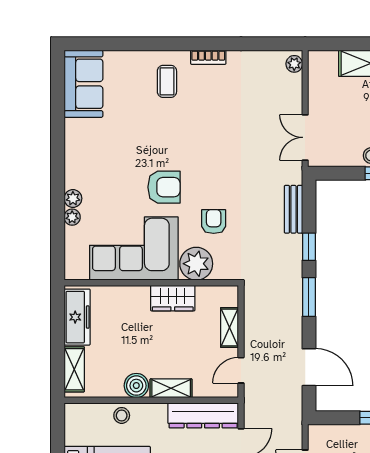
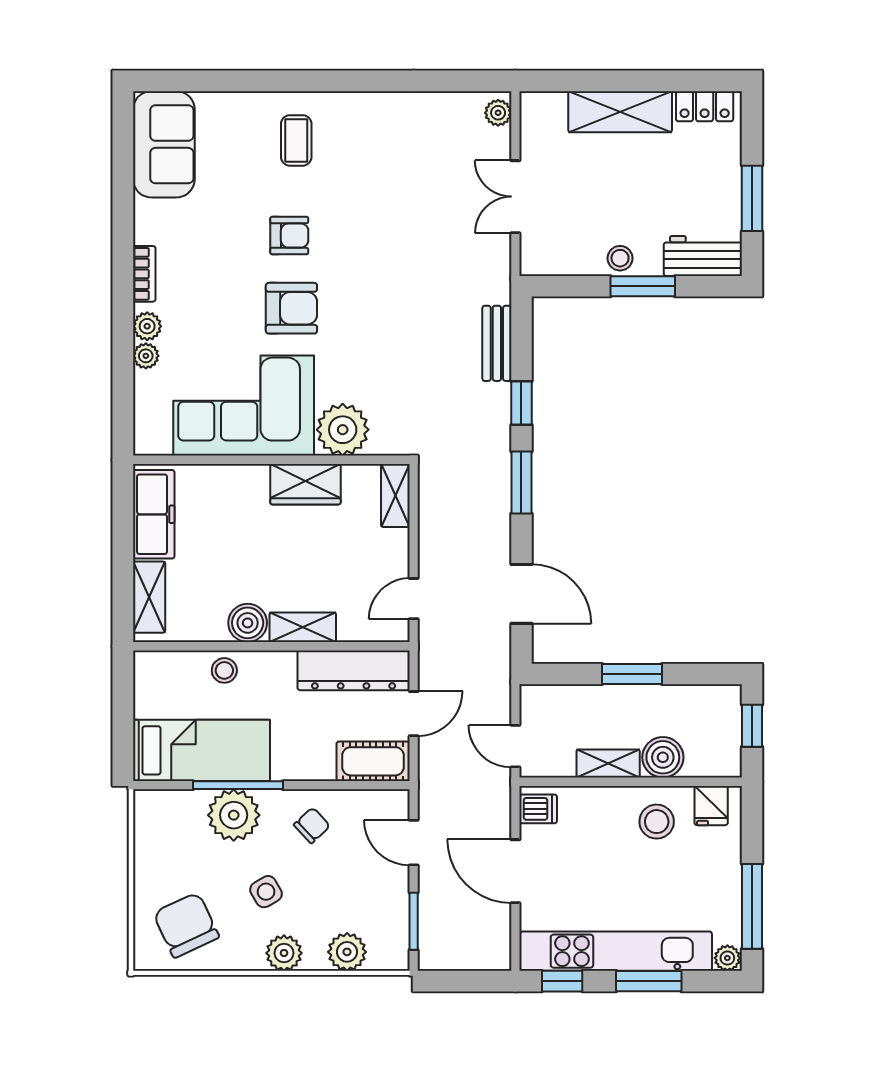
bookcase: (208, 57) -> (144, 274), moved, turned -90
double door: (305, 137) -> (515, 197), moved
armchair: (214, 222) -> (289, 236), moved, turned 90
shelving: (229, 327) -> (395, 495), moved

